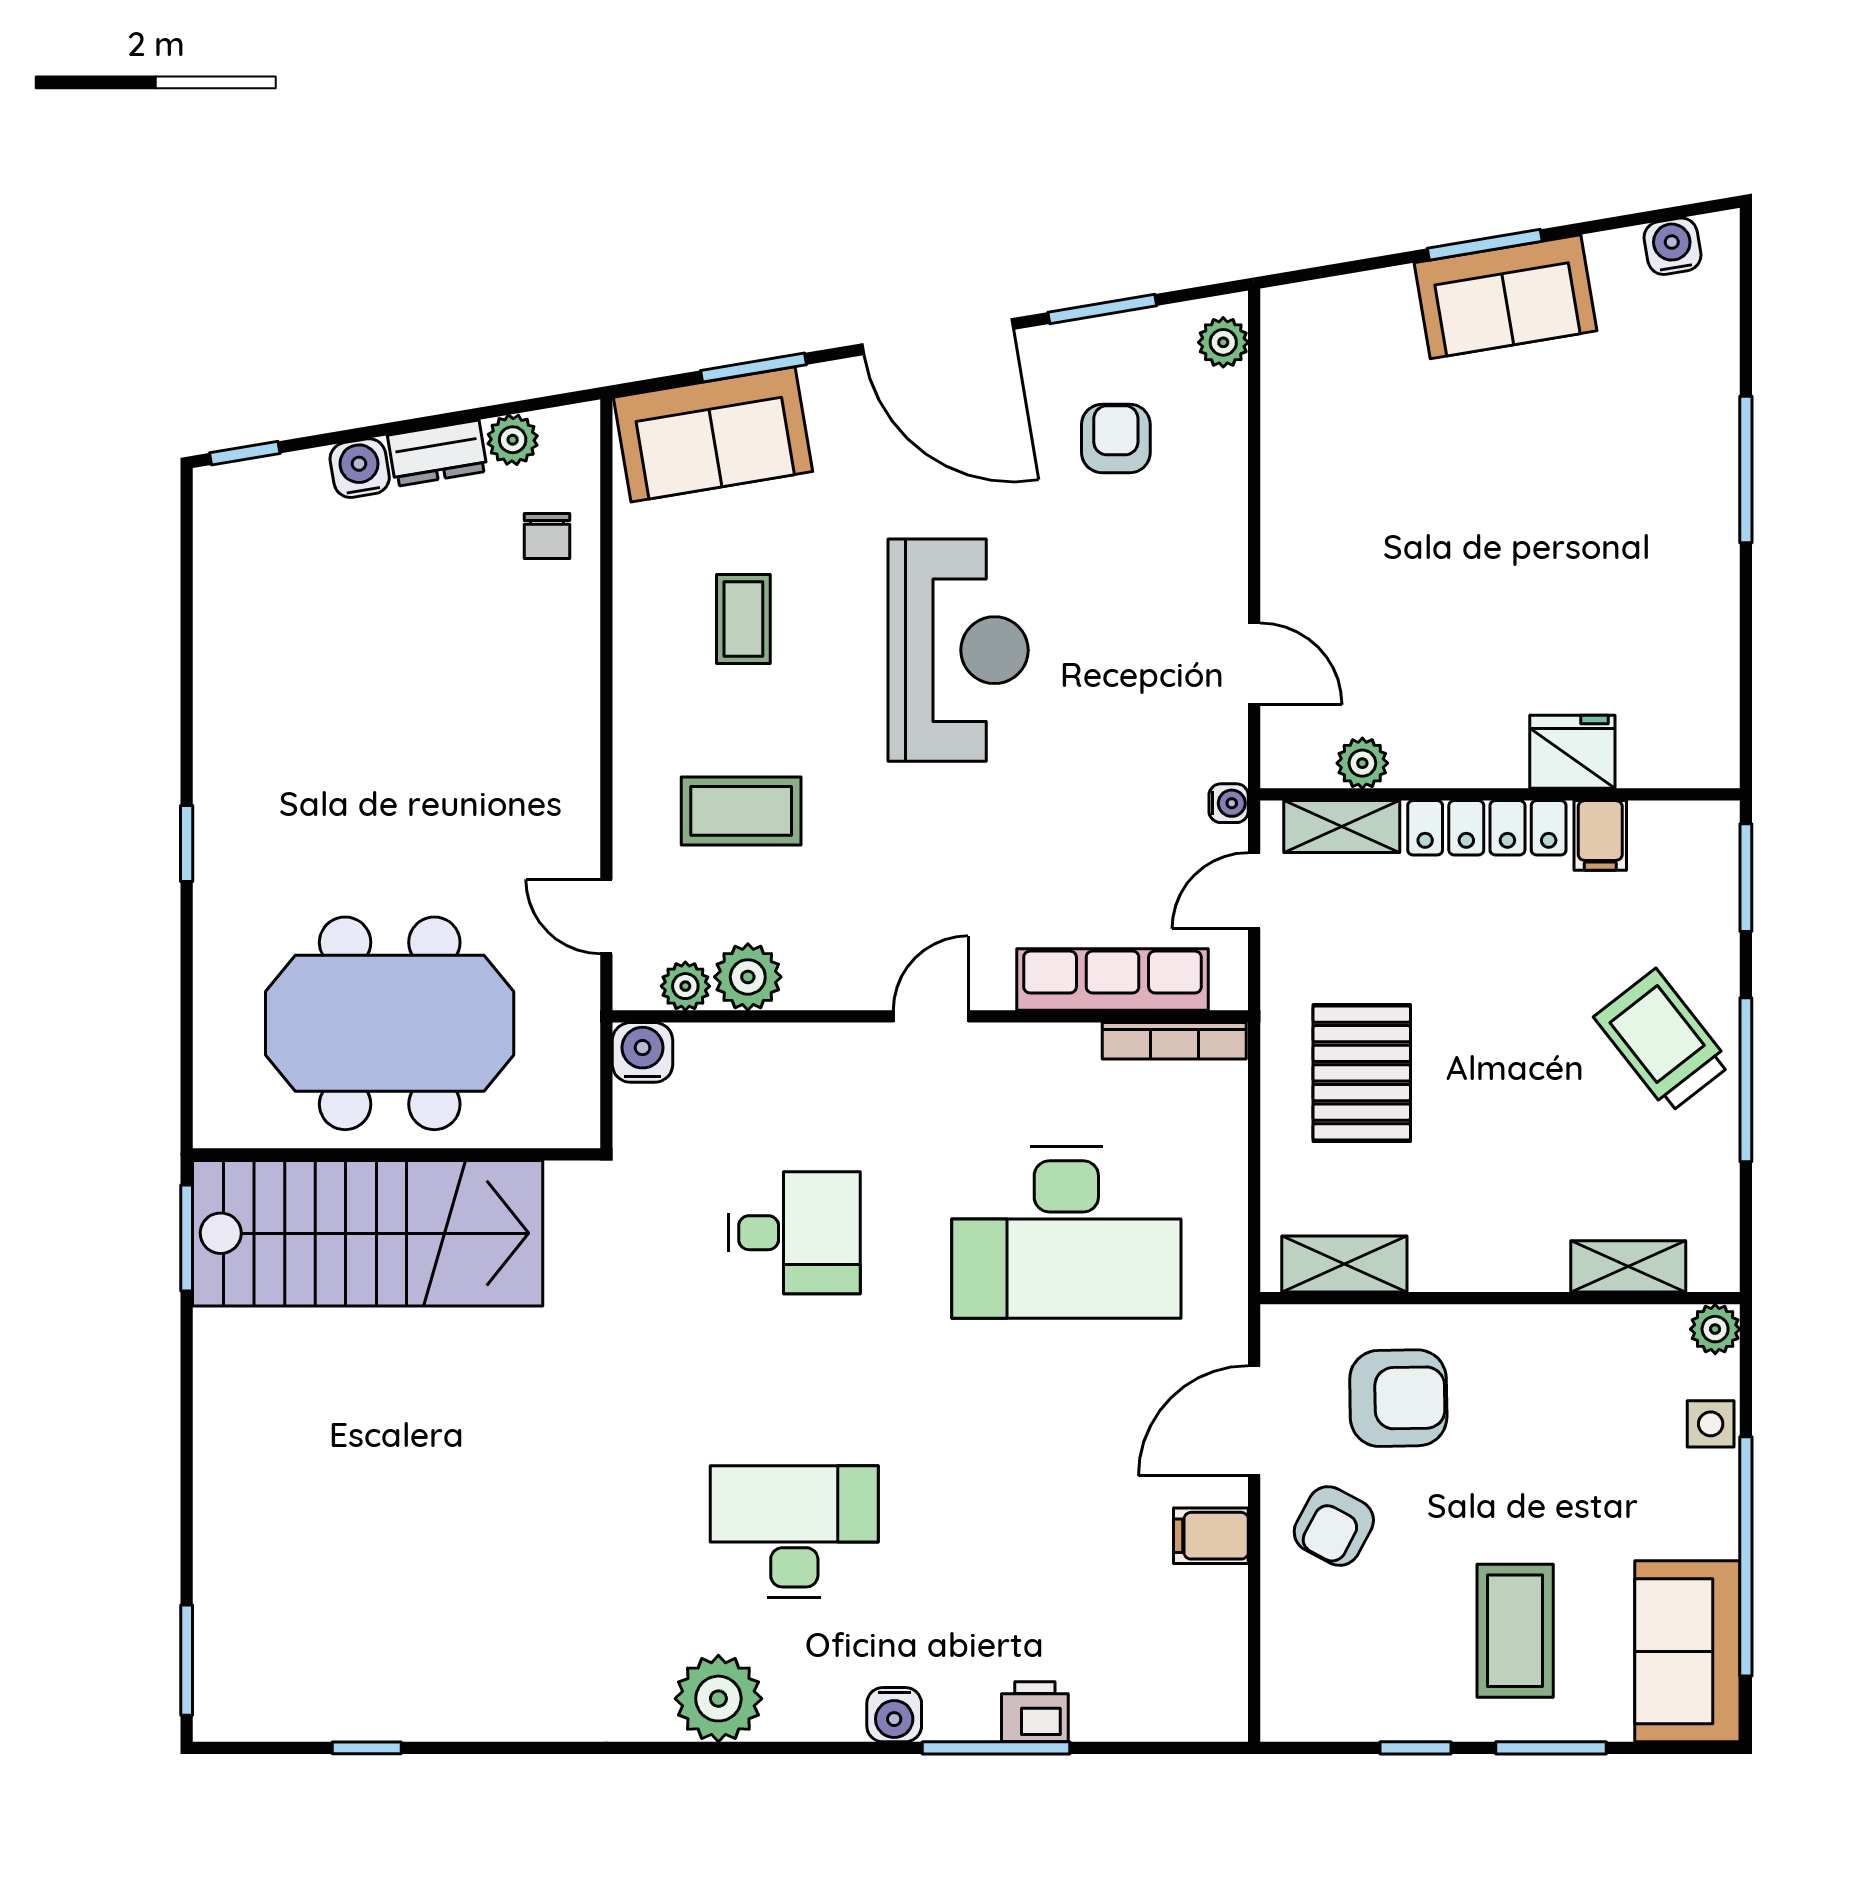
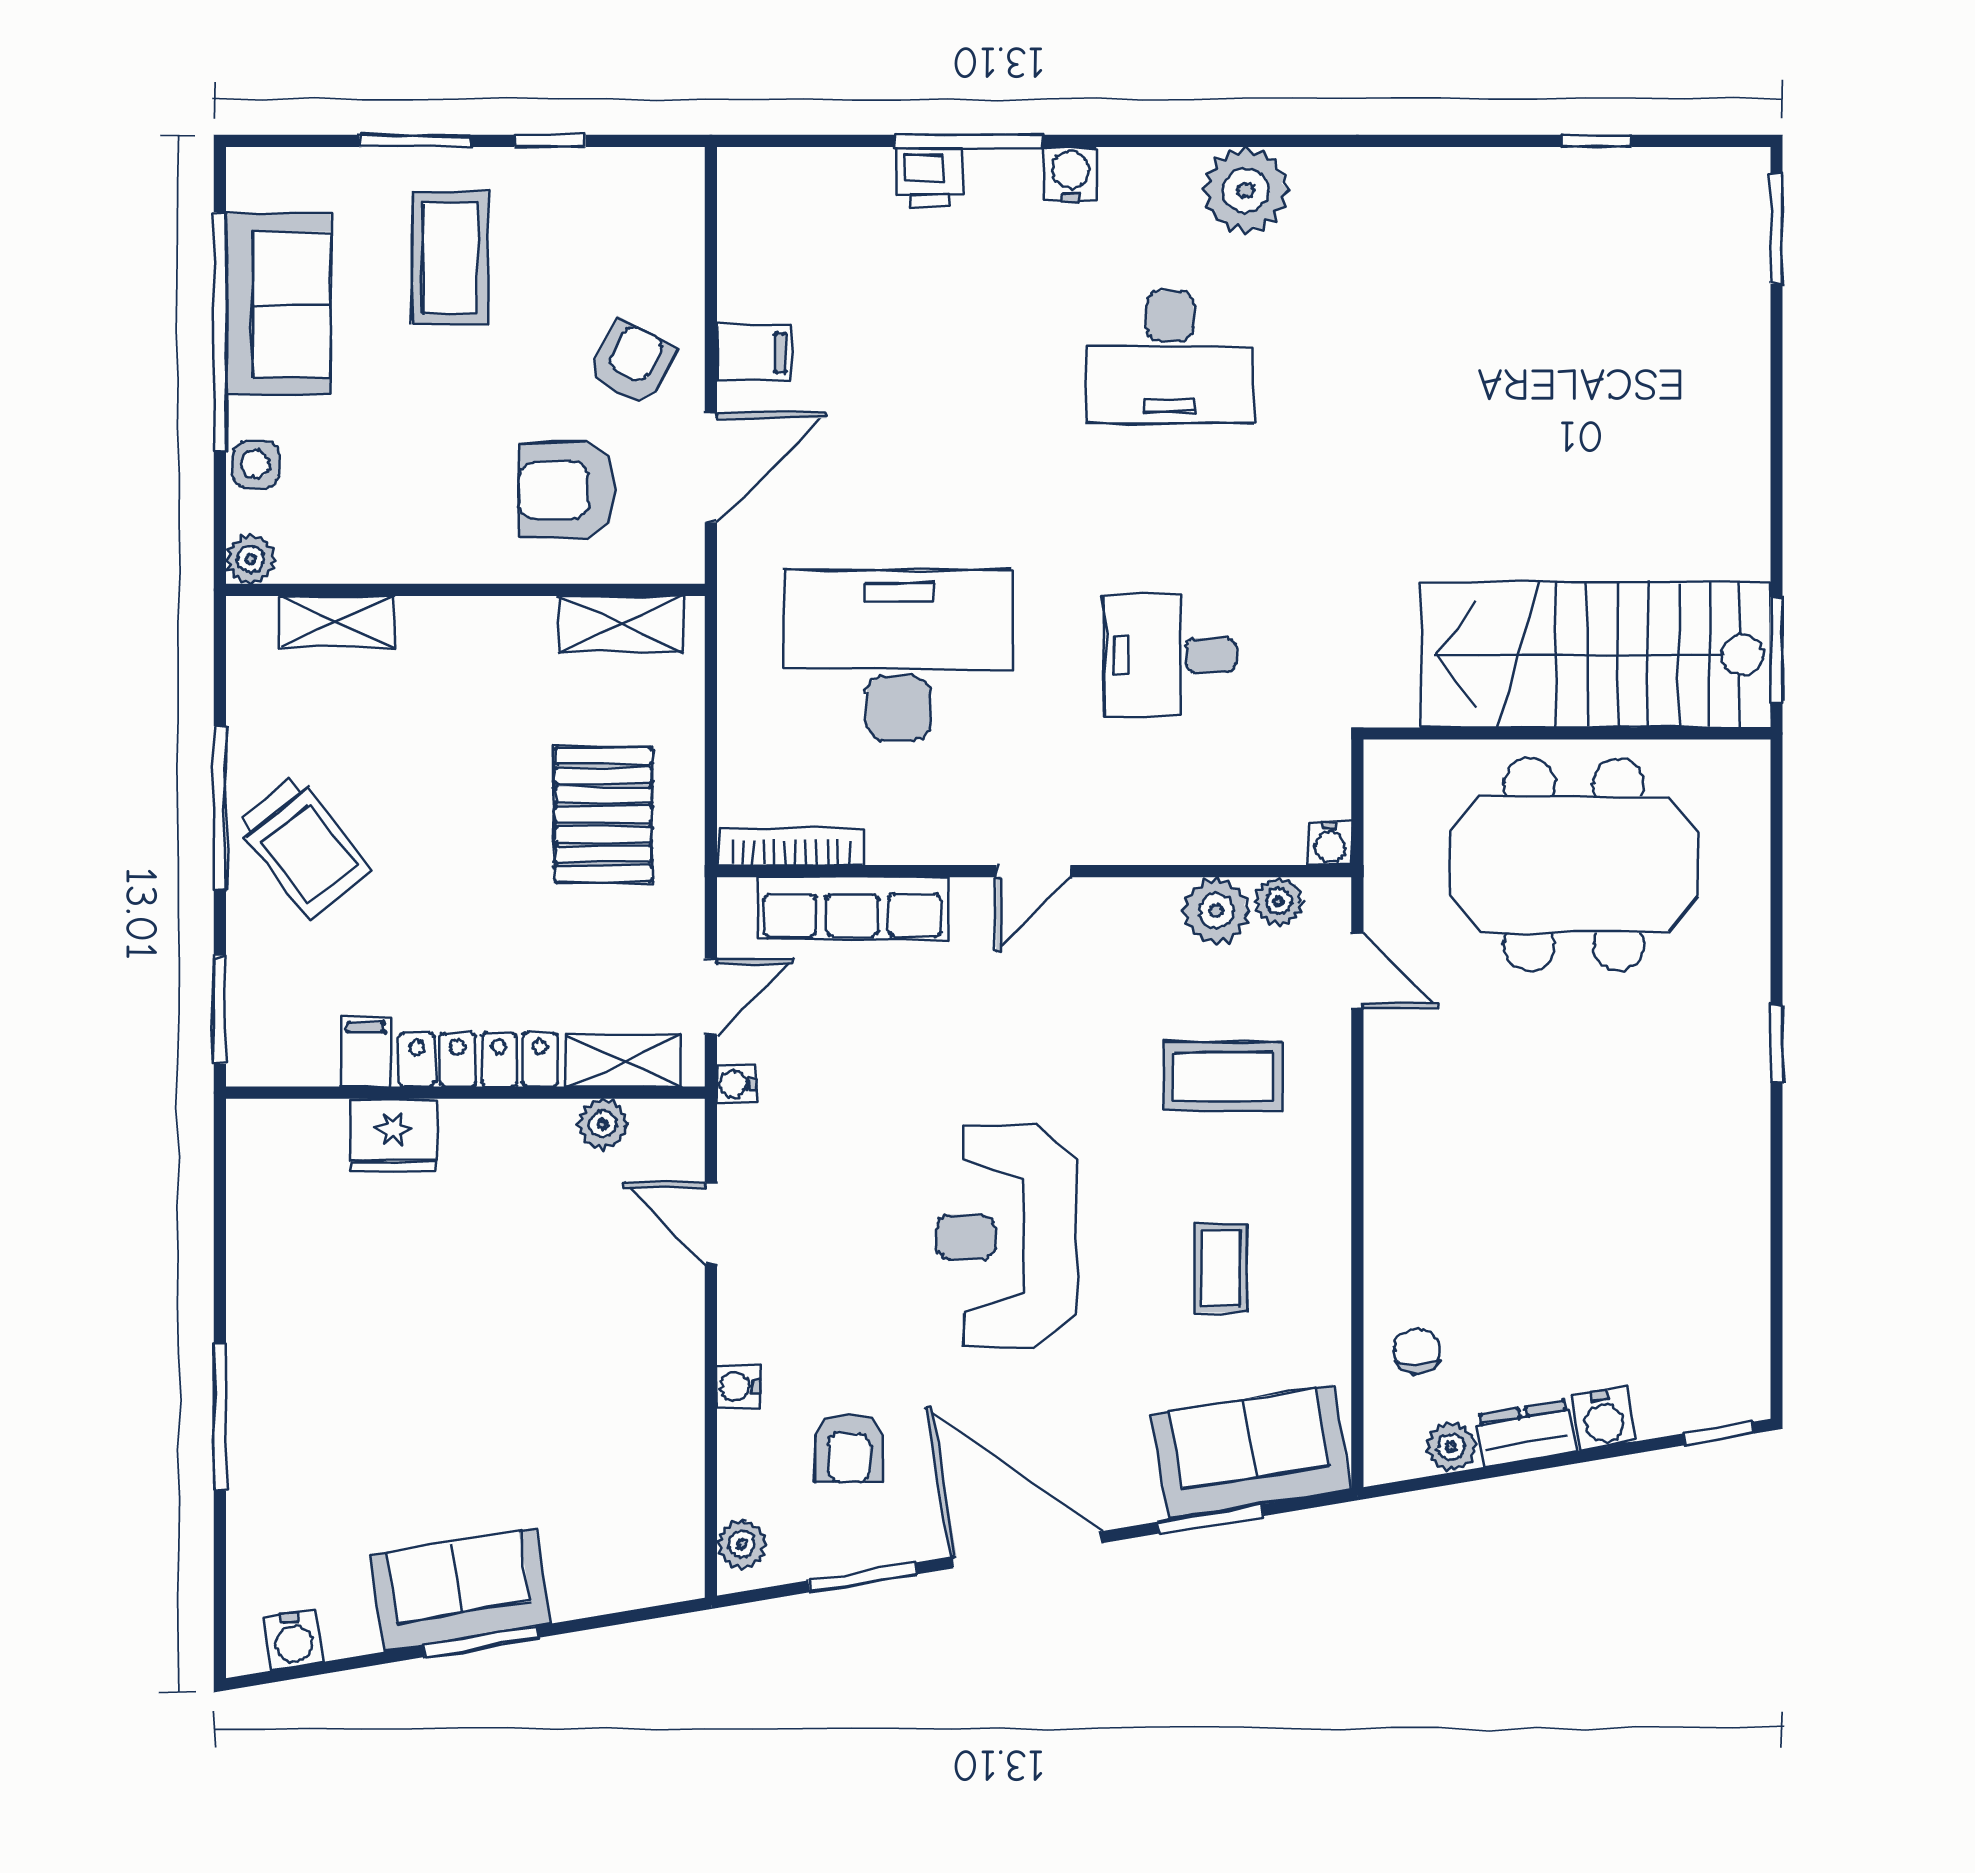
water cooler: (1227, 500) -> (738, 1387), added
water cooler: (643, 1052) -> (1330, 844), width x0.72, depth x0.72
sofa: (1687, 1651) -> (278, 304), moved

